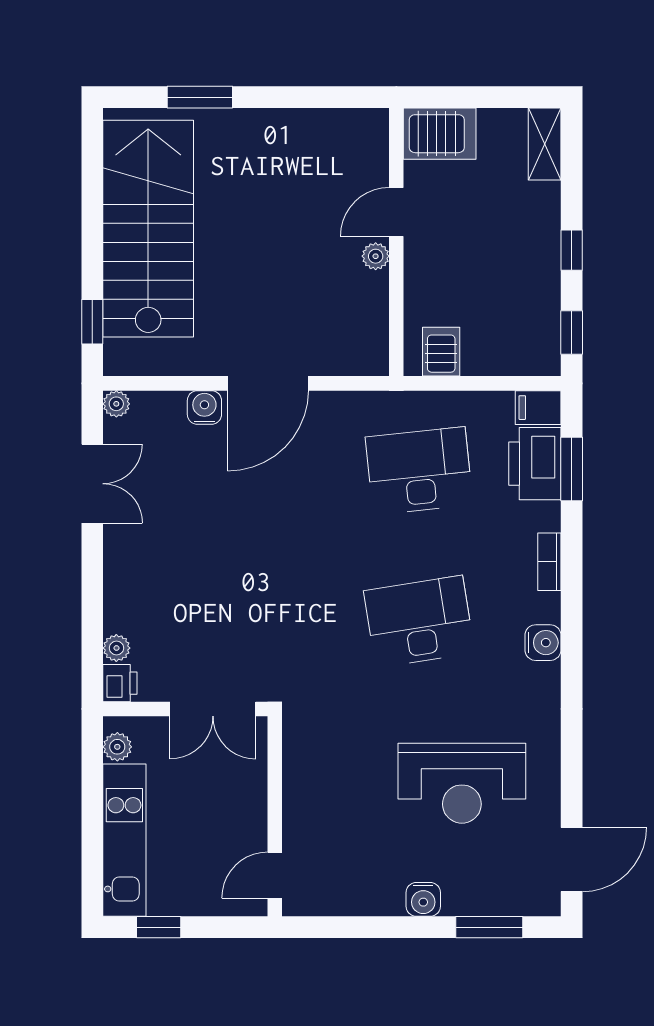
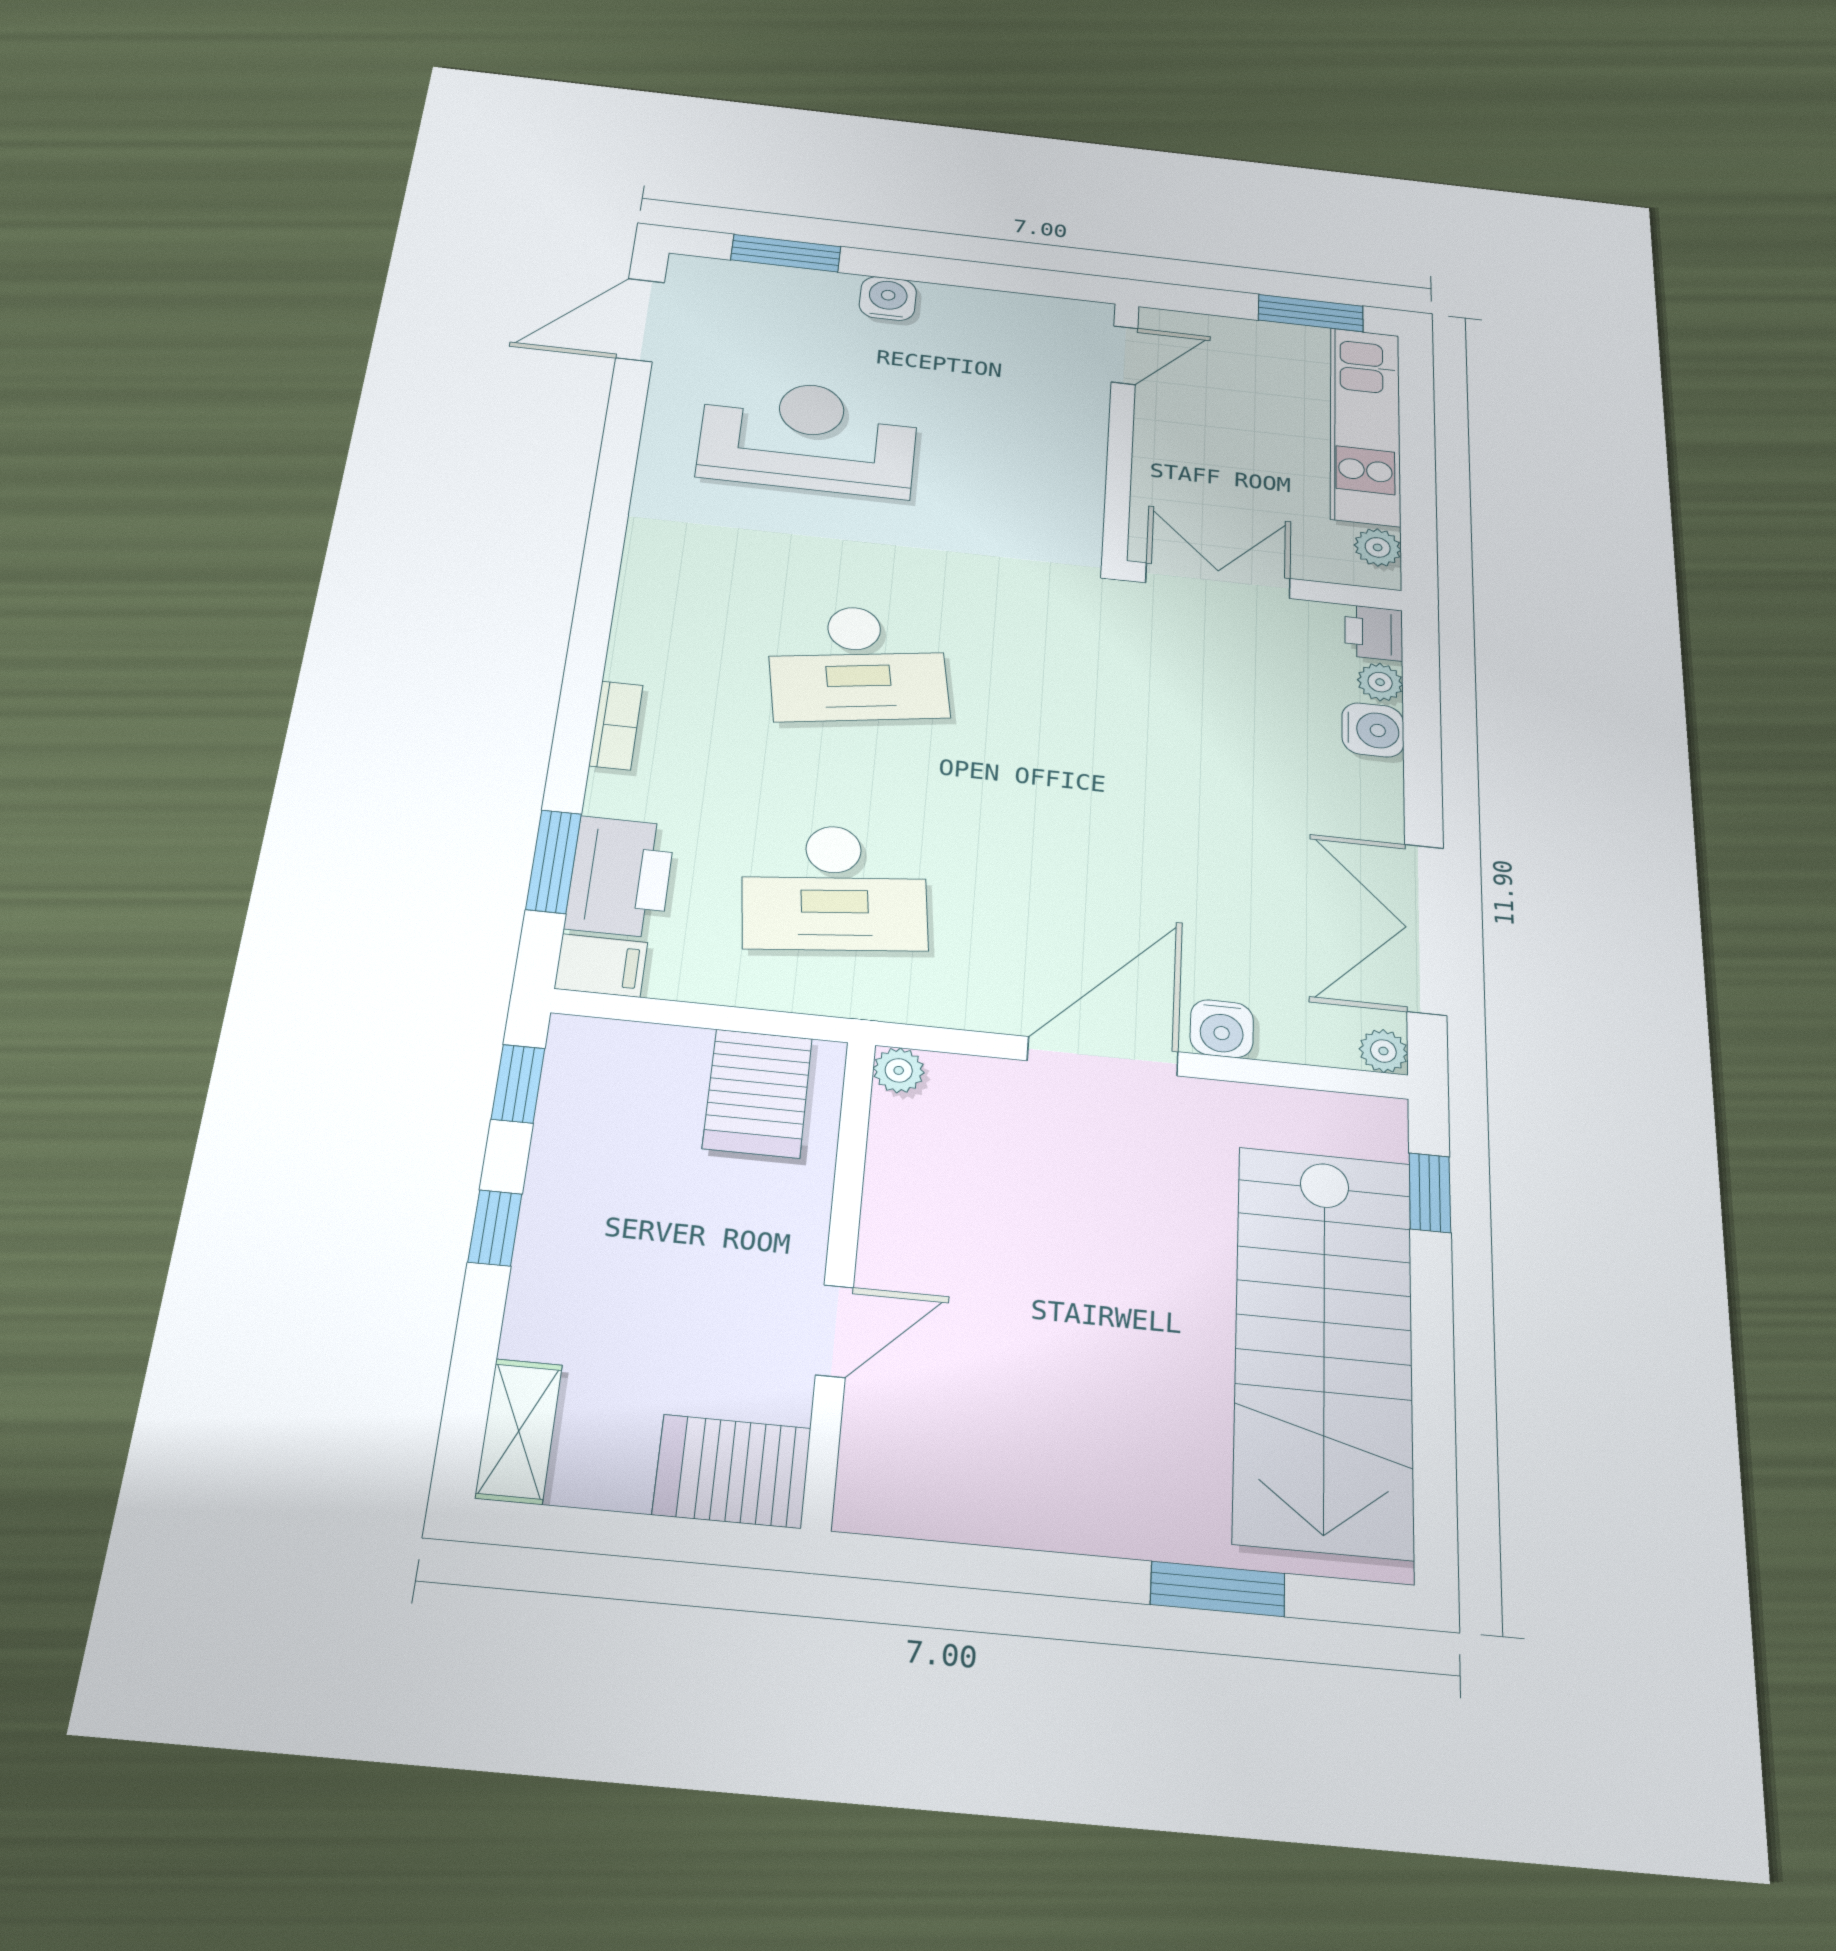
plant: (376, 256) -> (899, 1070), moved
server rack: (441, 352) -> (758, 1093), width x1.36, depth x1.44
double door: (92, 484) -> (1425, 929), width x1.37
water cooler: (543, 643) -> (1373, 730), moved, turned 180
window: (159, 927) -> (1311, 313), width x1.50

